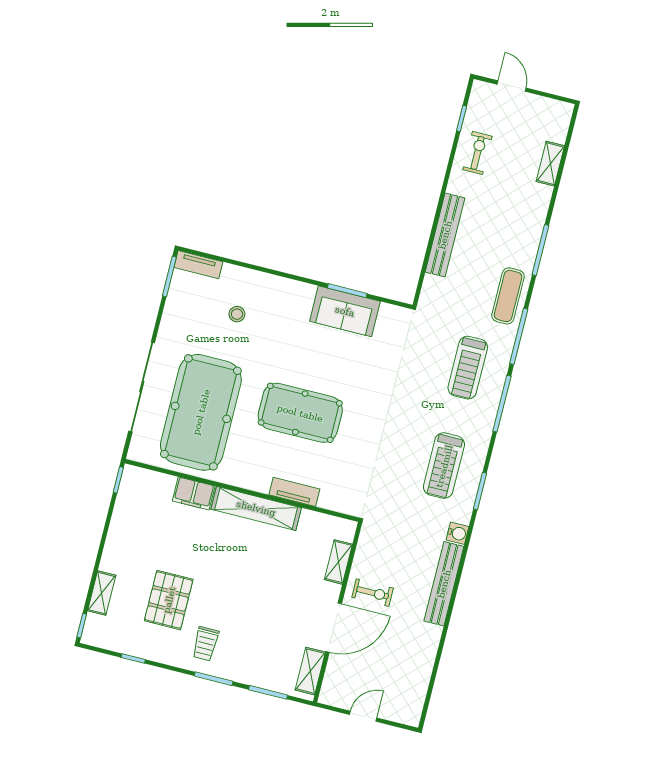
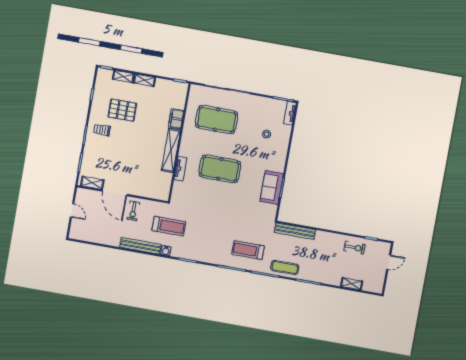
bench: (445, 235) -> (295, 231), moved
pool table: (201, 412) -> (217, 120), width x0.73, depth x0.76
pool table: (300, 413) -> (220, 169), turned 90
treadmill: (444, 466) -> (169, 226), moved, turned 180
shelving: (338, 562) -> (144, 80), moved

